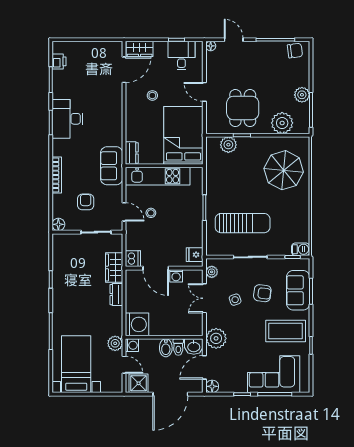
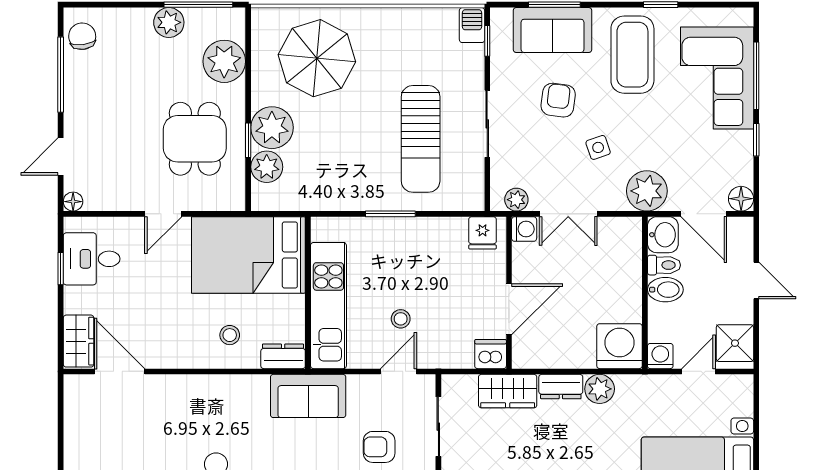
stool: (152, 95) -> (230, 335), moved
dining table: (243, 108) -> (195, 139), turned 90
plant: (248, 147) -> (272, 128), added
sun lounger: (243, 223) -> (421, 139), turned 180
washing machine: (176, 276) -> (524, 229), moved
side table: (235, 300) -> (598, 147), moved
plant: (115, 343) -> (600, 389), moved
door: (170, 394) -> (756, 280), width x0.53

